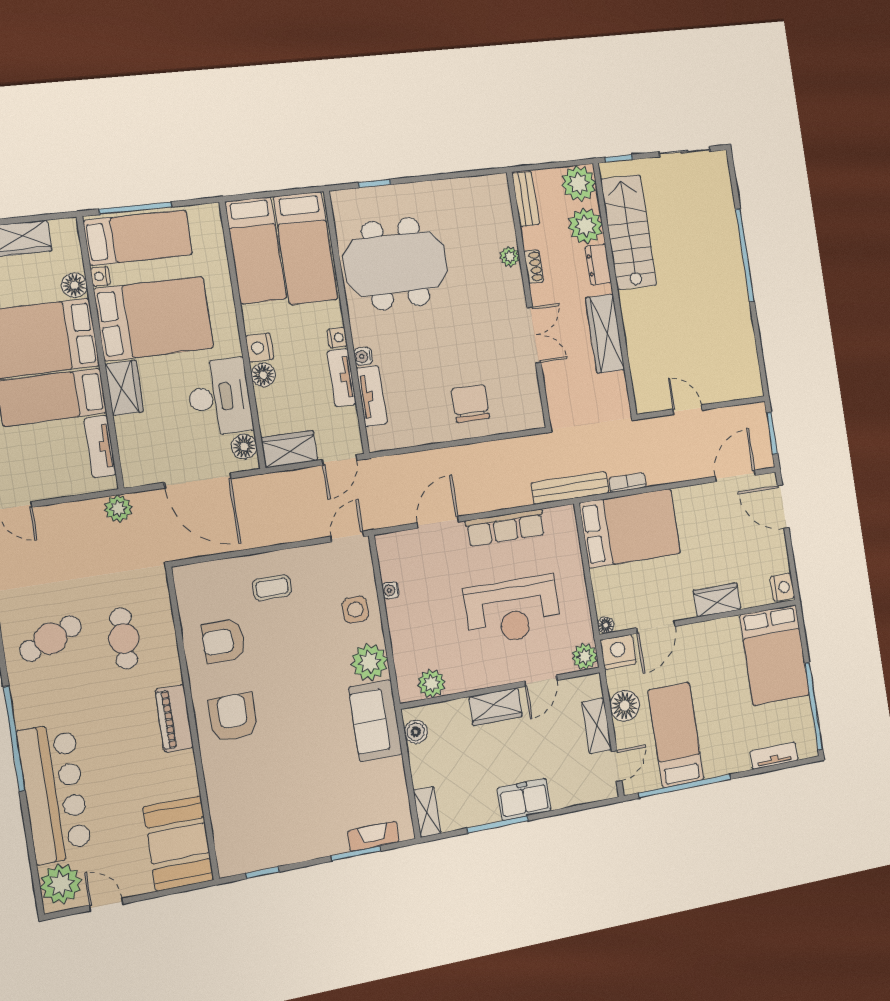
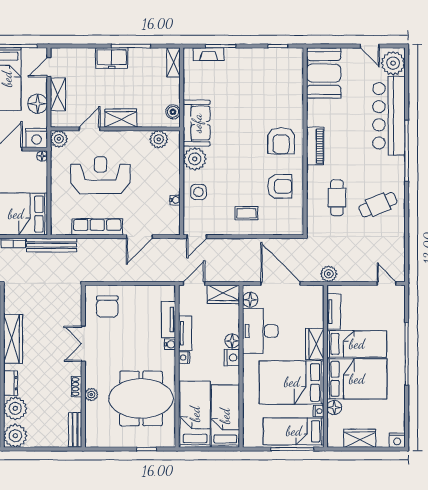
bench: (526, 199) -> (75, 430), moved
plant: (510, 257) -> (91, 395), moved
shoe rack: (534, 267) -> (77, 387), moved
wall: (529, 300) -> (83, 366), moved
double door: (534, 335) -> (83, 344), moved

